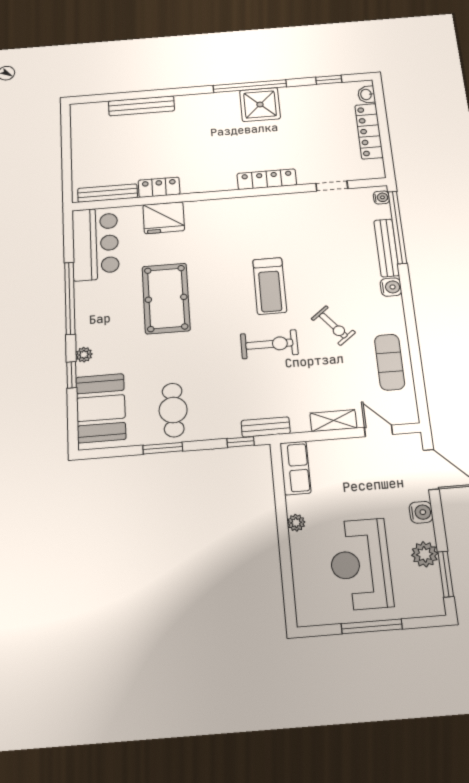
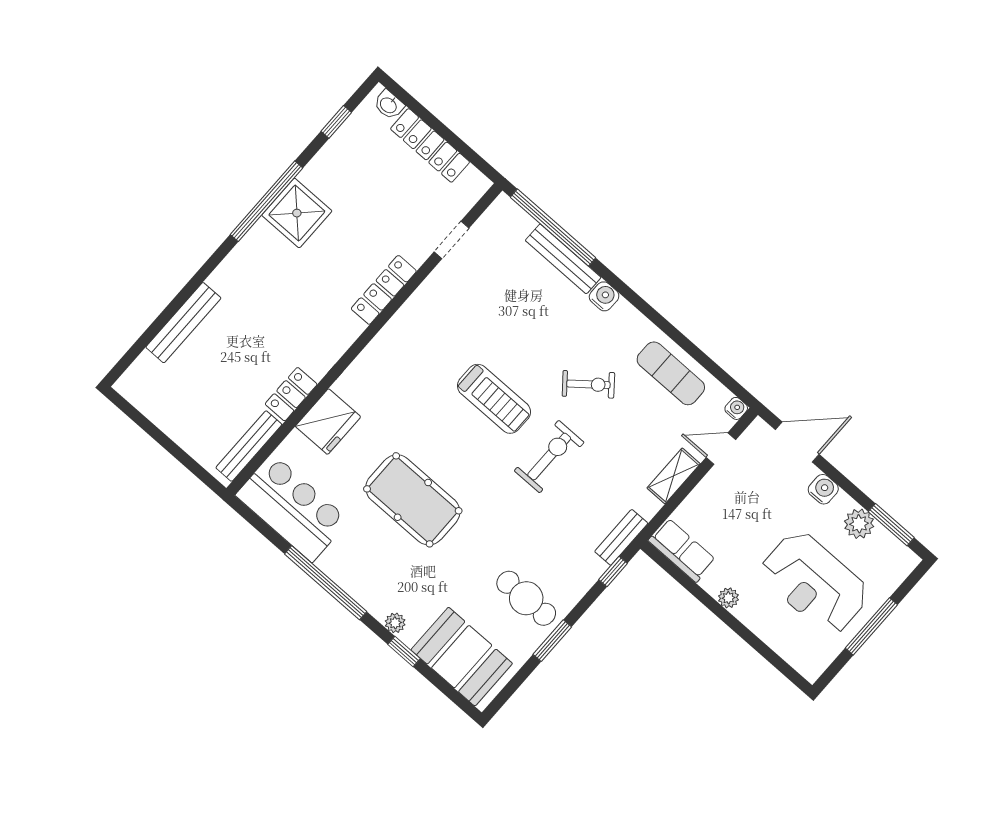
water cooler: (381, 197) -> (736, 408), moved

